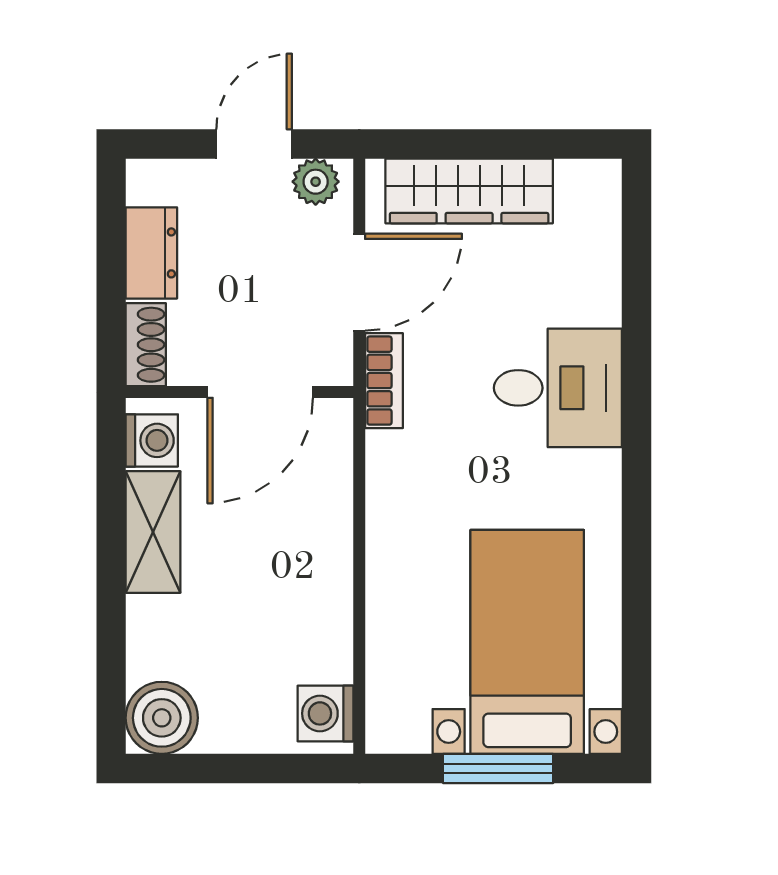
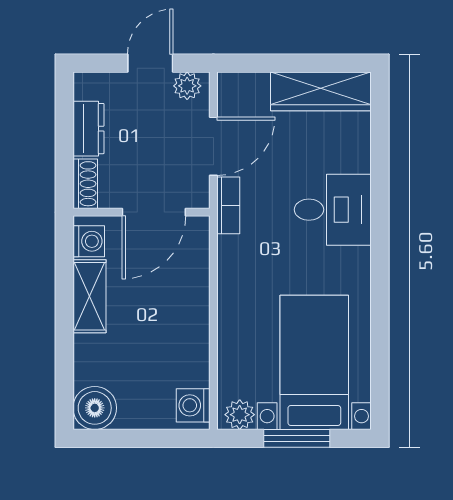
wardrobe: (469, 191) -> (321, 91), moved
plant: (403, 729) -> (240, 415), added

